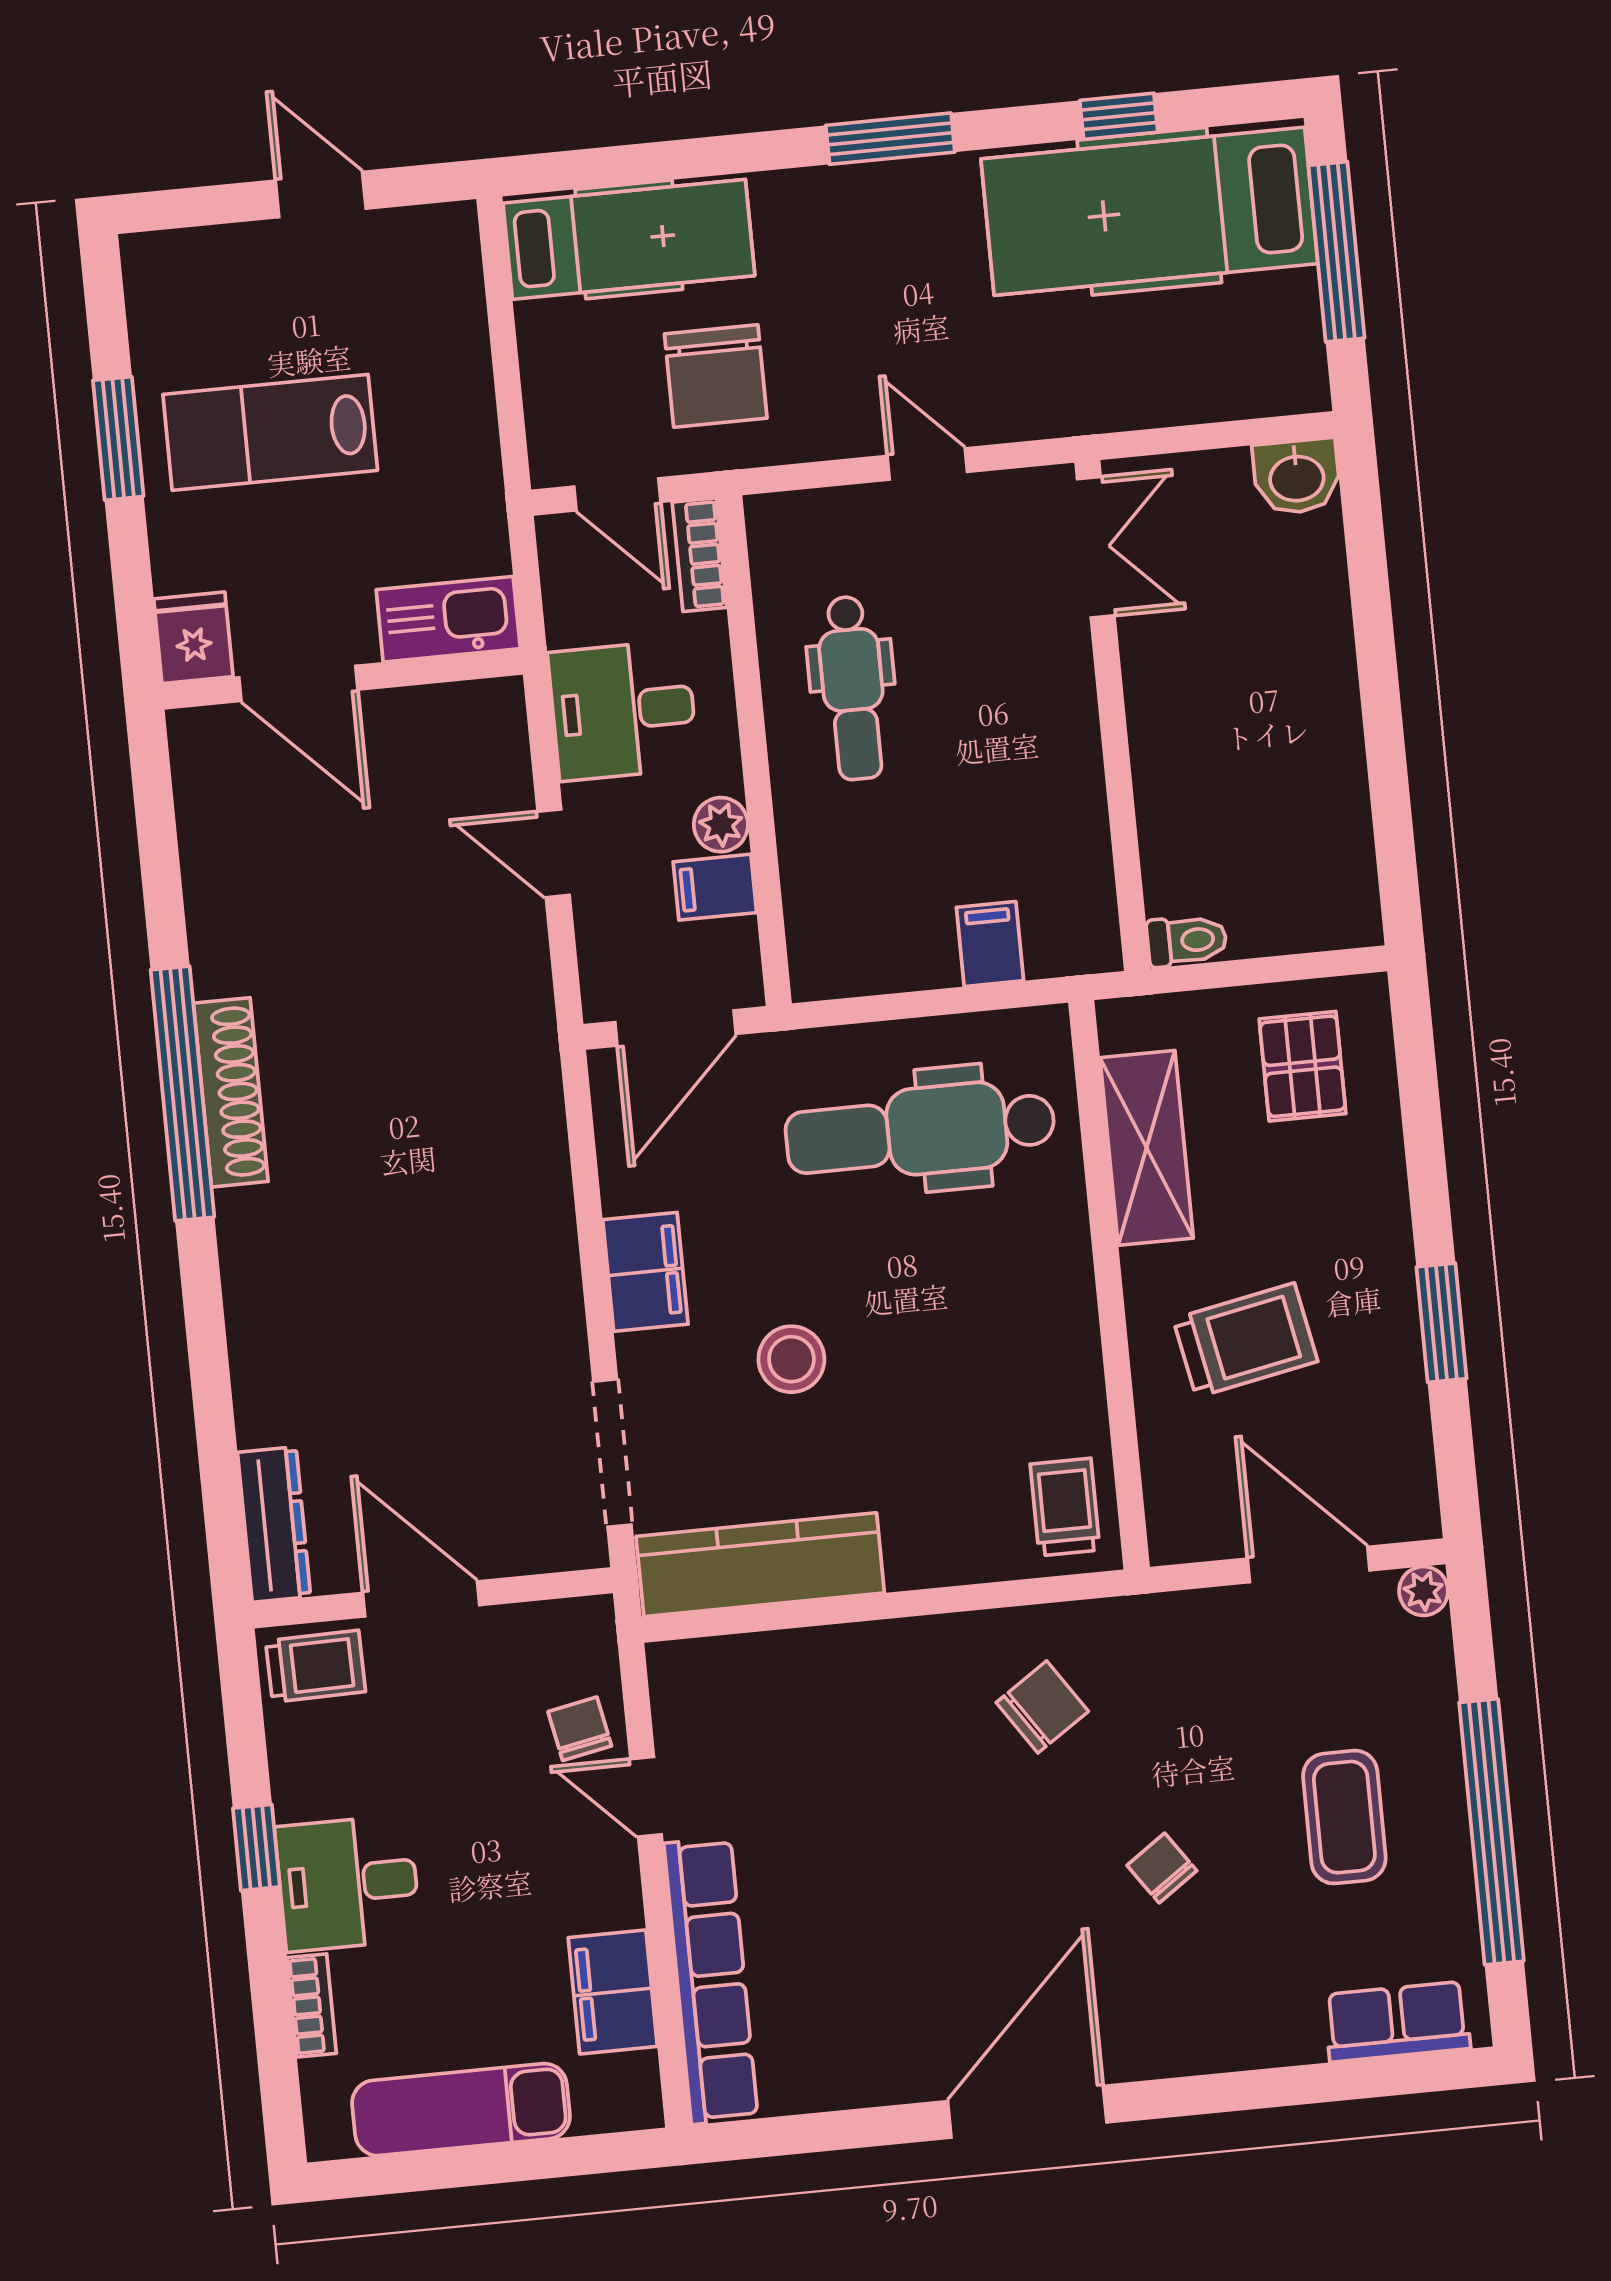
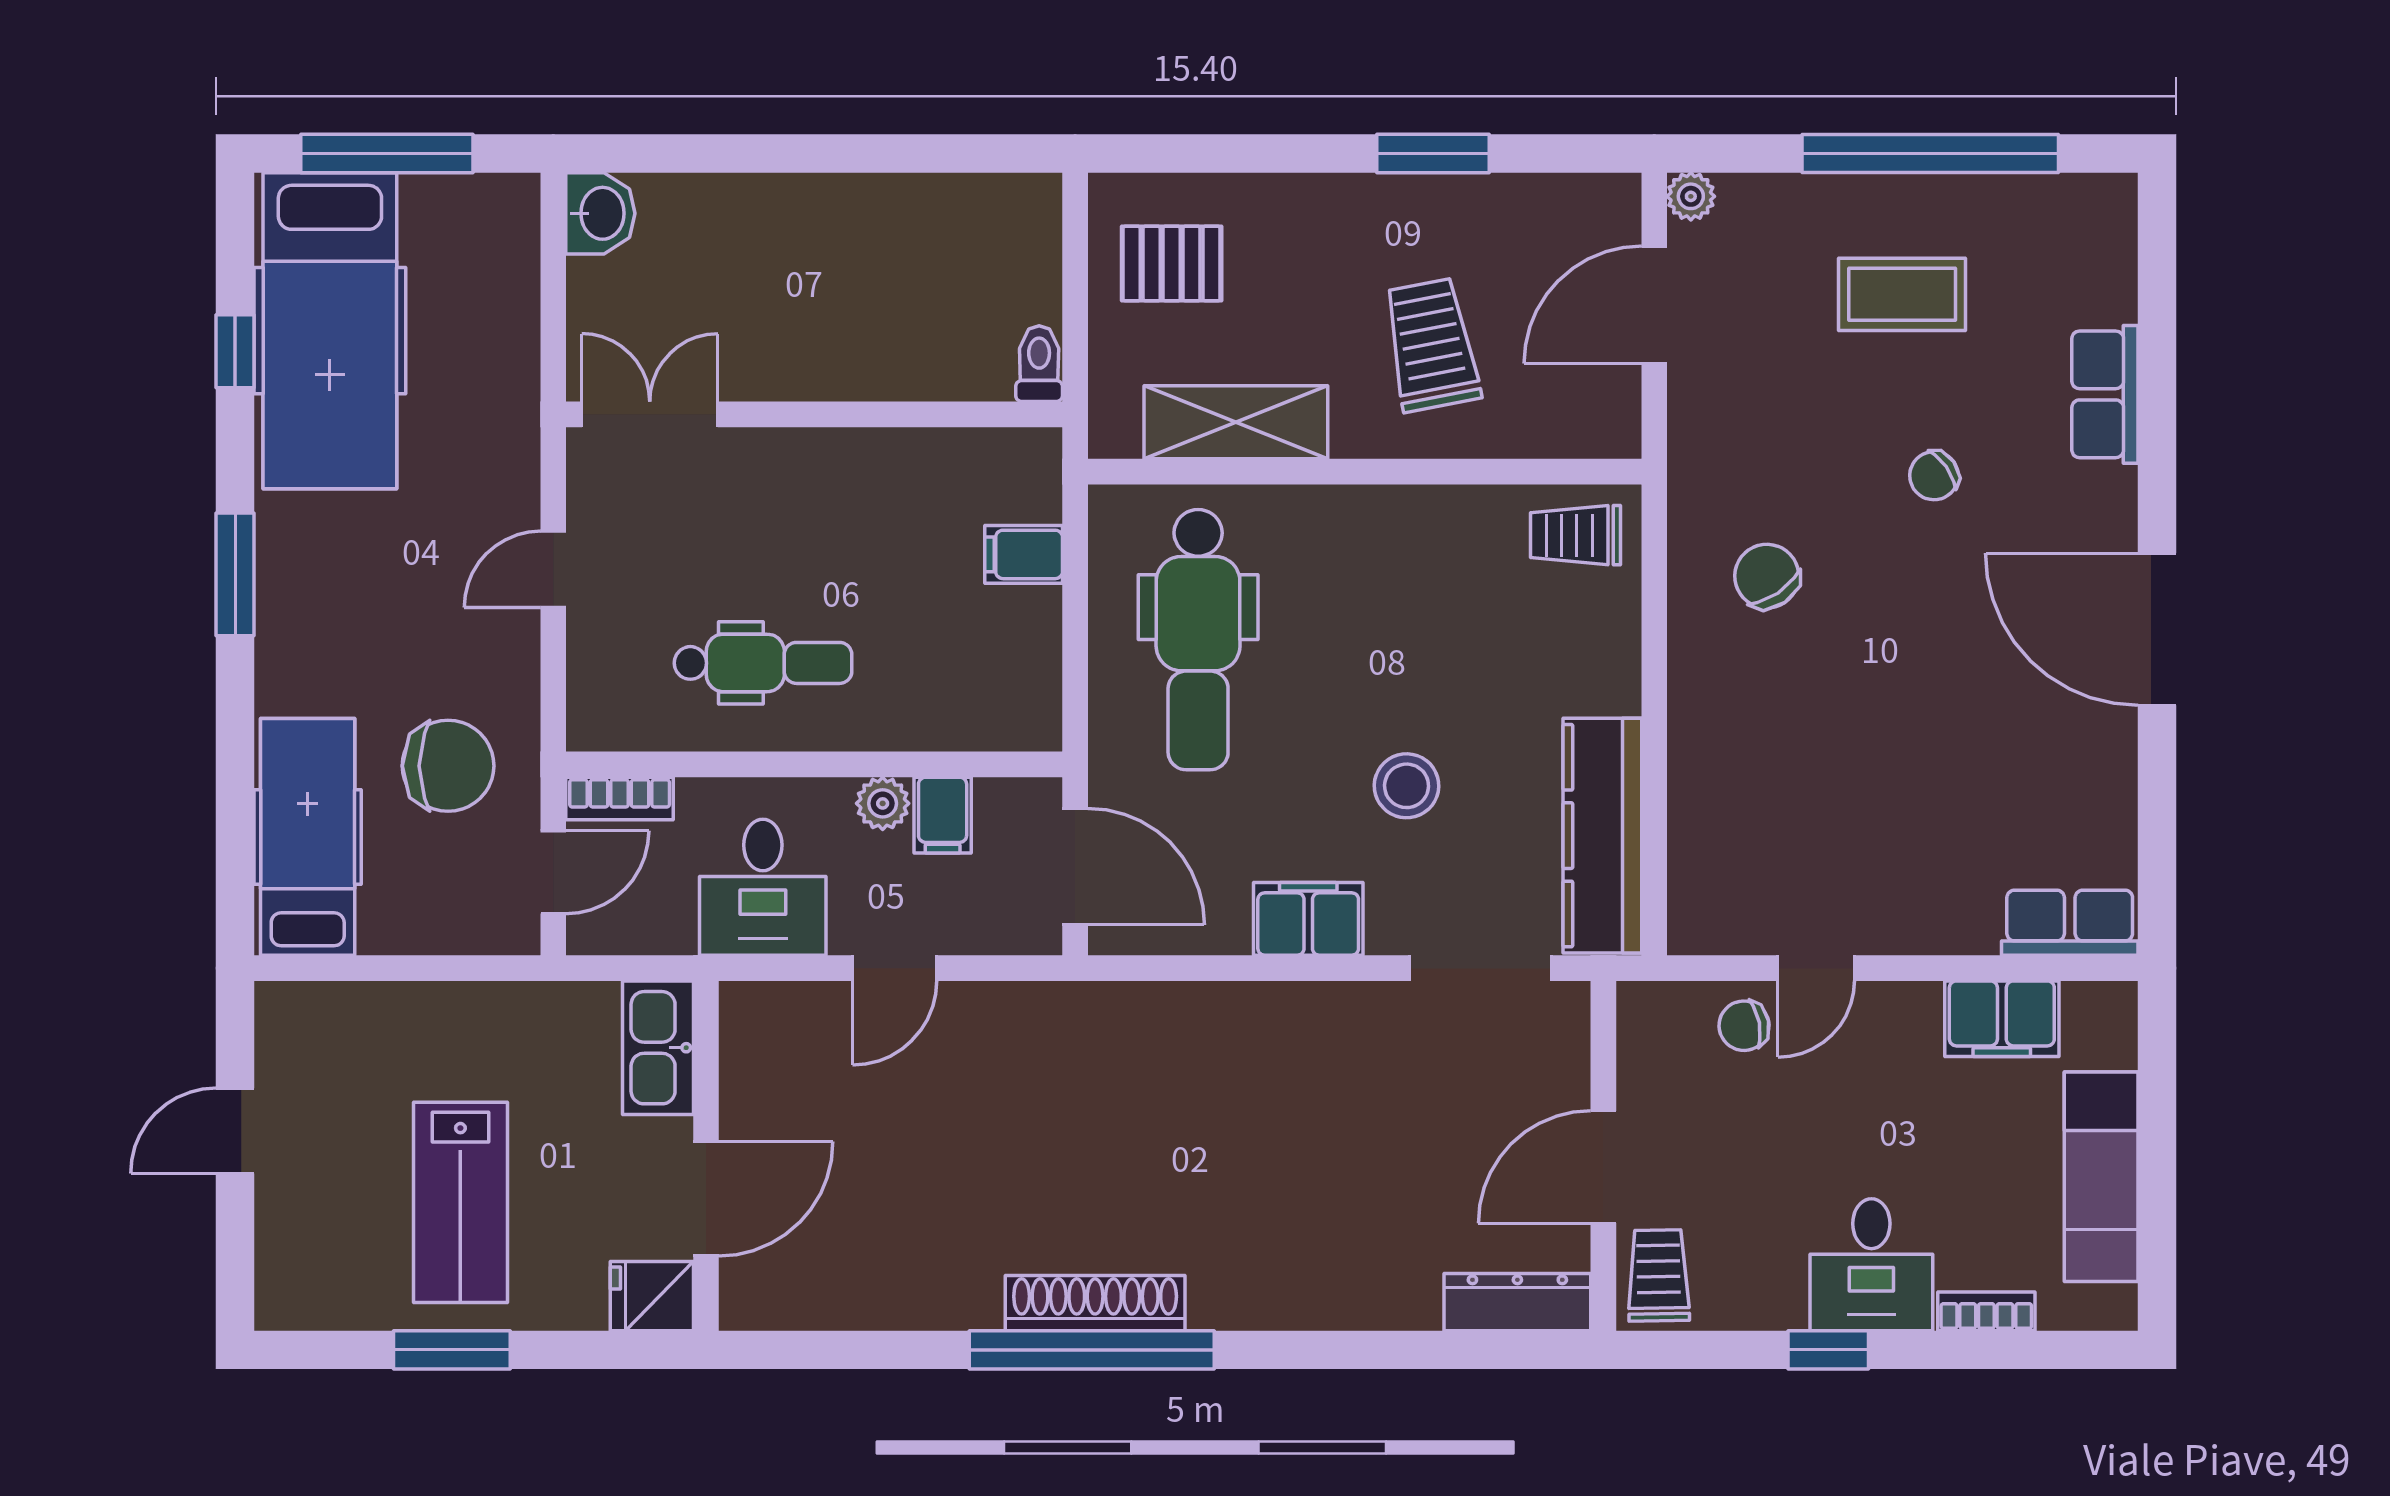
row of seats: (711, 1981) -> (2070, 923), width x0.50
row of seats: (1397, 2022) -> (2105, 394), moved

